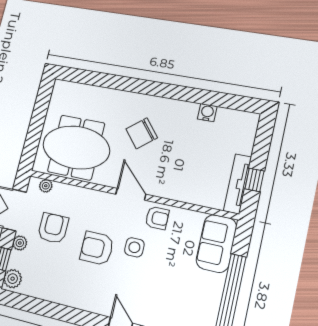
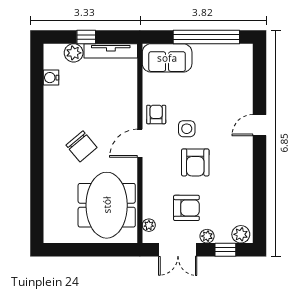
water cooler: (207, 113) -> (51, 78), moved
plant: (244, 144) -> (74, 53), added
window: (255, 180) -> (86, 37), moved
armchair: (53, 228) -> (186, 208), turned 180

